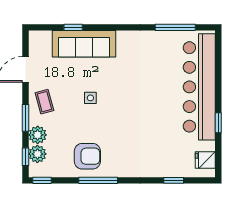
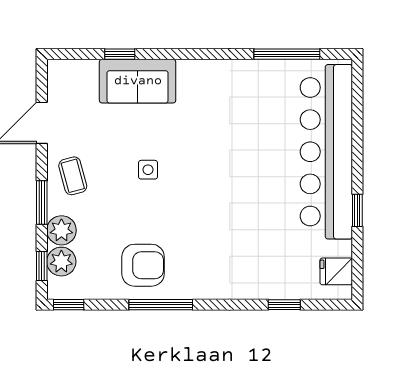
sofa: (84, 44) -> (138, 81), width x0.73

